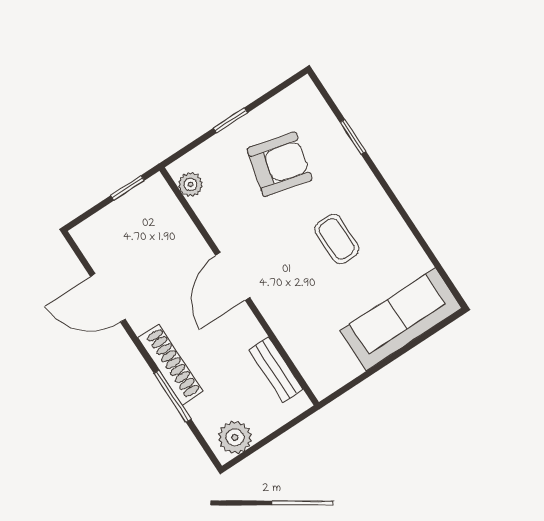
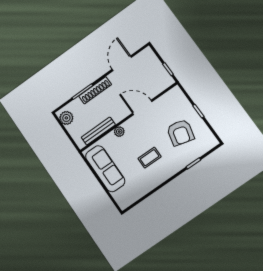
plant: (190, 184) -> (119, 132), moved
door: (233, 276) -> (142, 107), moved
sofa: (401, 319) -> (105, 169), moved
bench: (276, 369) -> (98, 131), width x1.36

